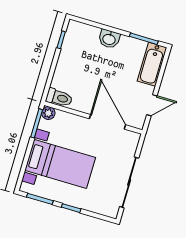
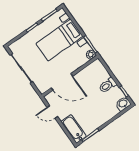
washbasin: (109, 39) -> (123, 104), moved
toilet: (59, 98) -> (108, 85), moved
door: (152, 105) -> (52, 112), hinge flipped

